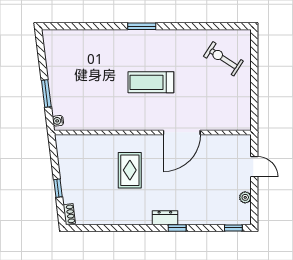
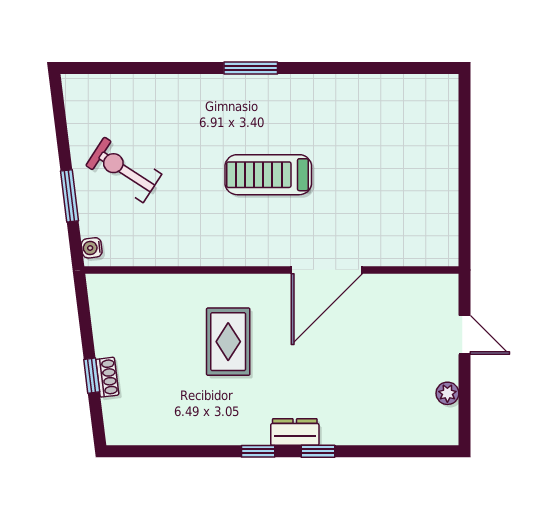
exercise bike: (223, 59) -> (124, 170), moved
shoe rack: (69, 214) -> (107, 377), moved
window: (233, 228) -> (258, 451), moved

